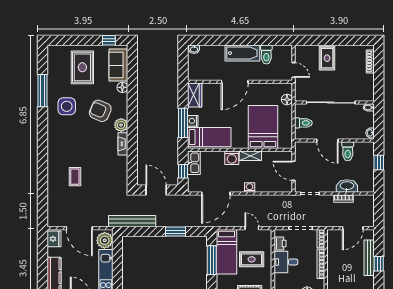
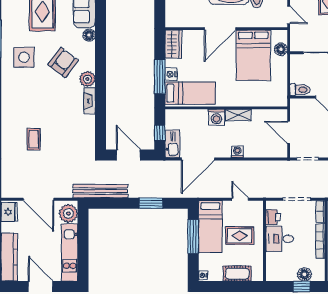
armchair: (100, 111) -> (63, 62), turned 104
toilet: (303, 123) -> (300, 90), moved
bed: (263, 127) -> (253, 55), moved, turned 180
kitchen sink: (194, 163) -> (172, 144), moved

